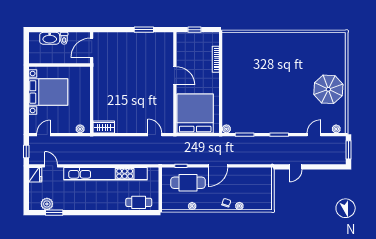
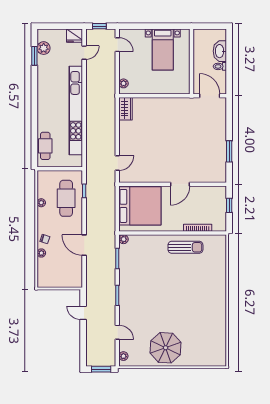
sun lounger: (234, 71) -> (185, 247), added
bed with nightstands: (48, 92) -> (163, 49), width x0.73
door: (218, 166) -> (84, 245), moved

